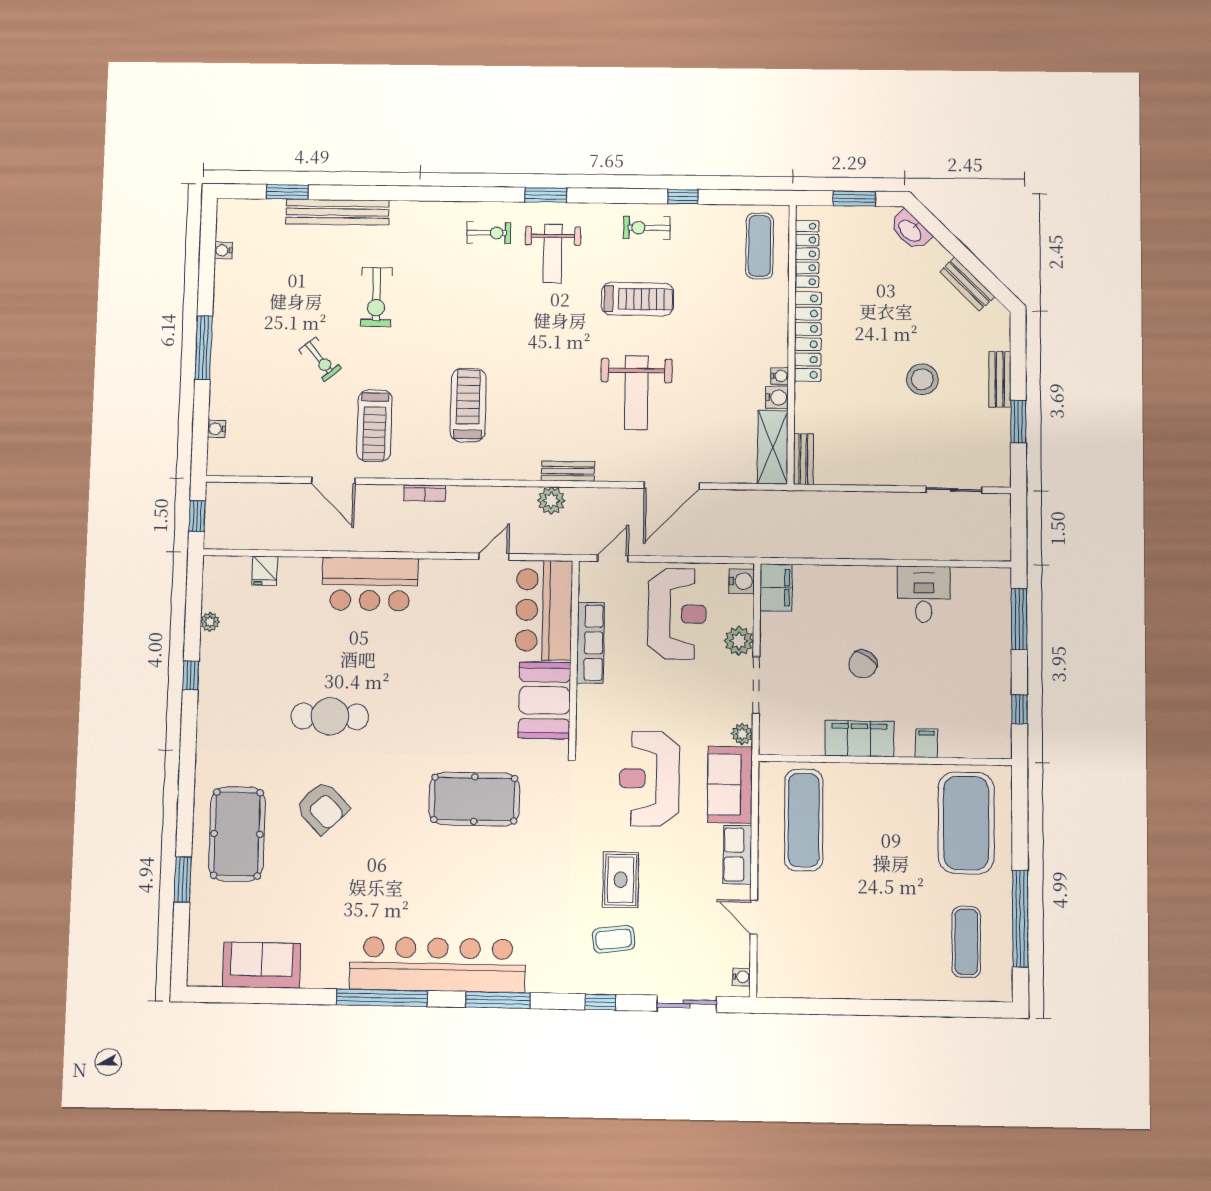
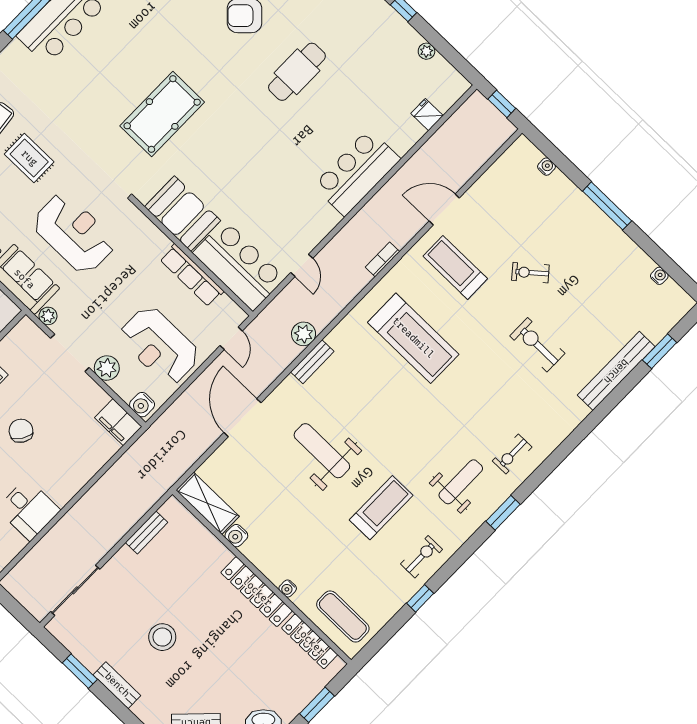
weight bench: (553, 254) -> (461, 482), turned 90
treadmill: (637, 299) -> (381, 508), turned 180
water cooler: (780, 376) -> (288, 588), moved
treadmill: (468, 405) -> (413, 338), width x1.37, depth x1.38
bench: (803, 459) -> (147, 532), moved, turned 90
sliding door: (954, 490) -> (75, 590), width x1.37

